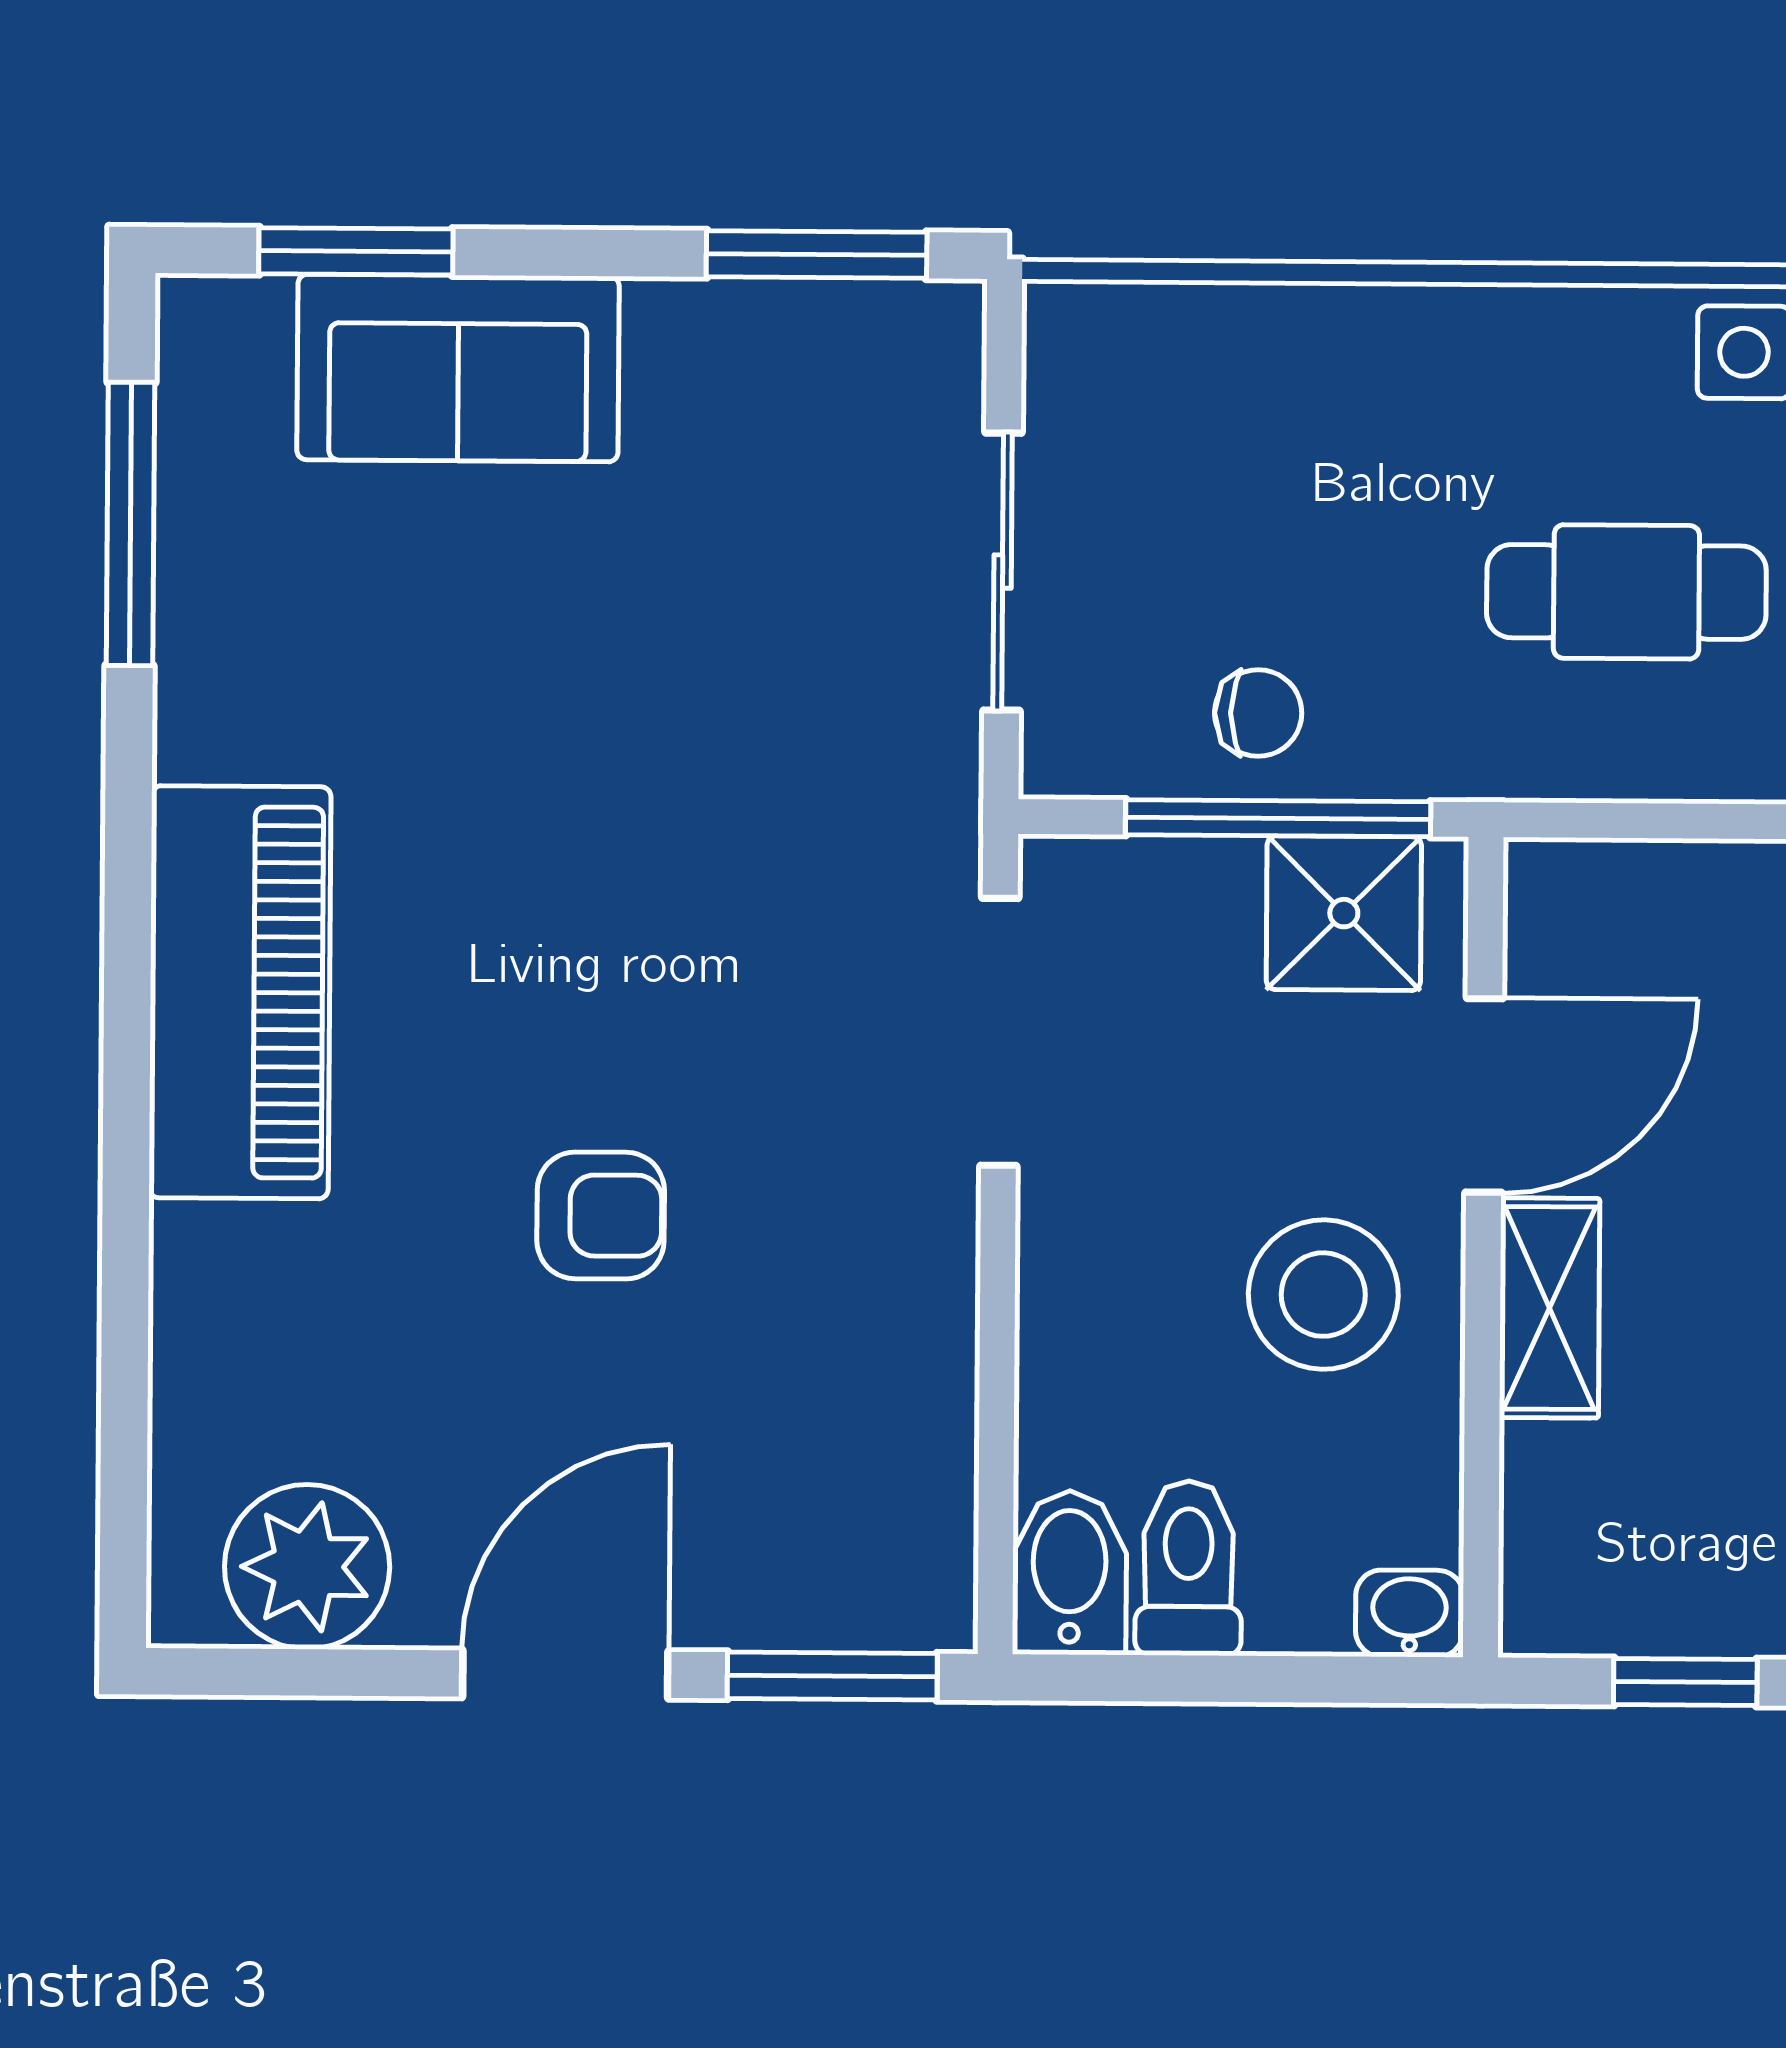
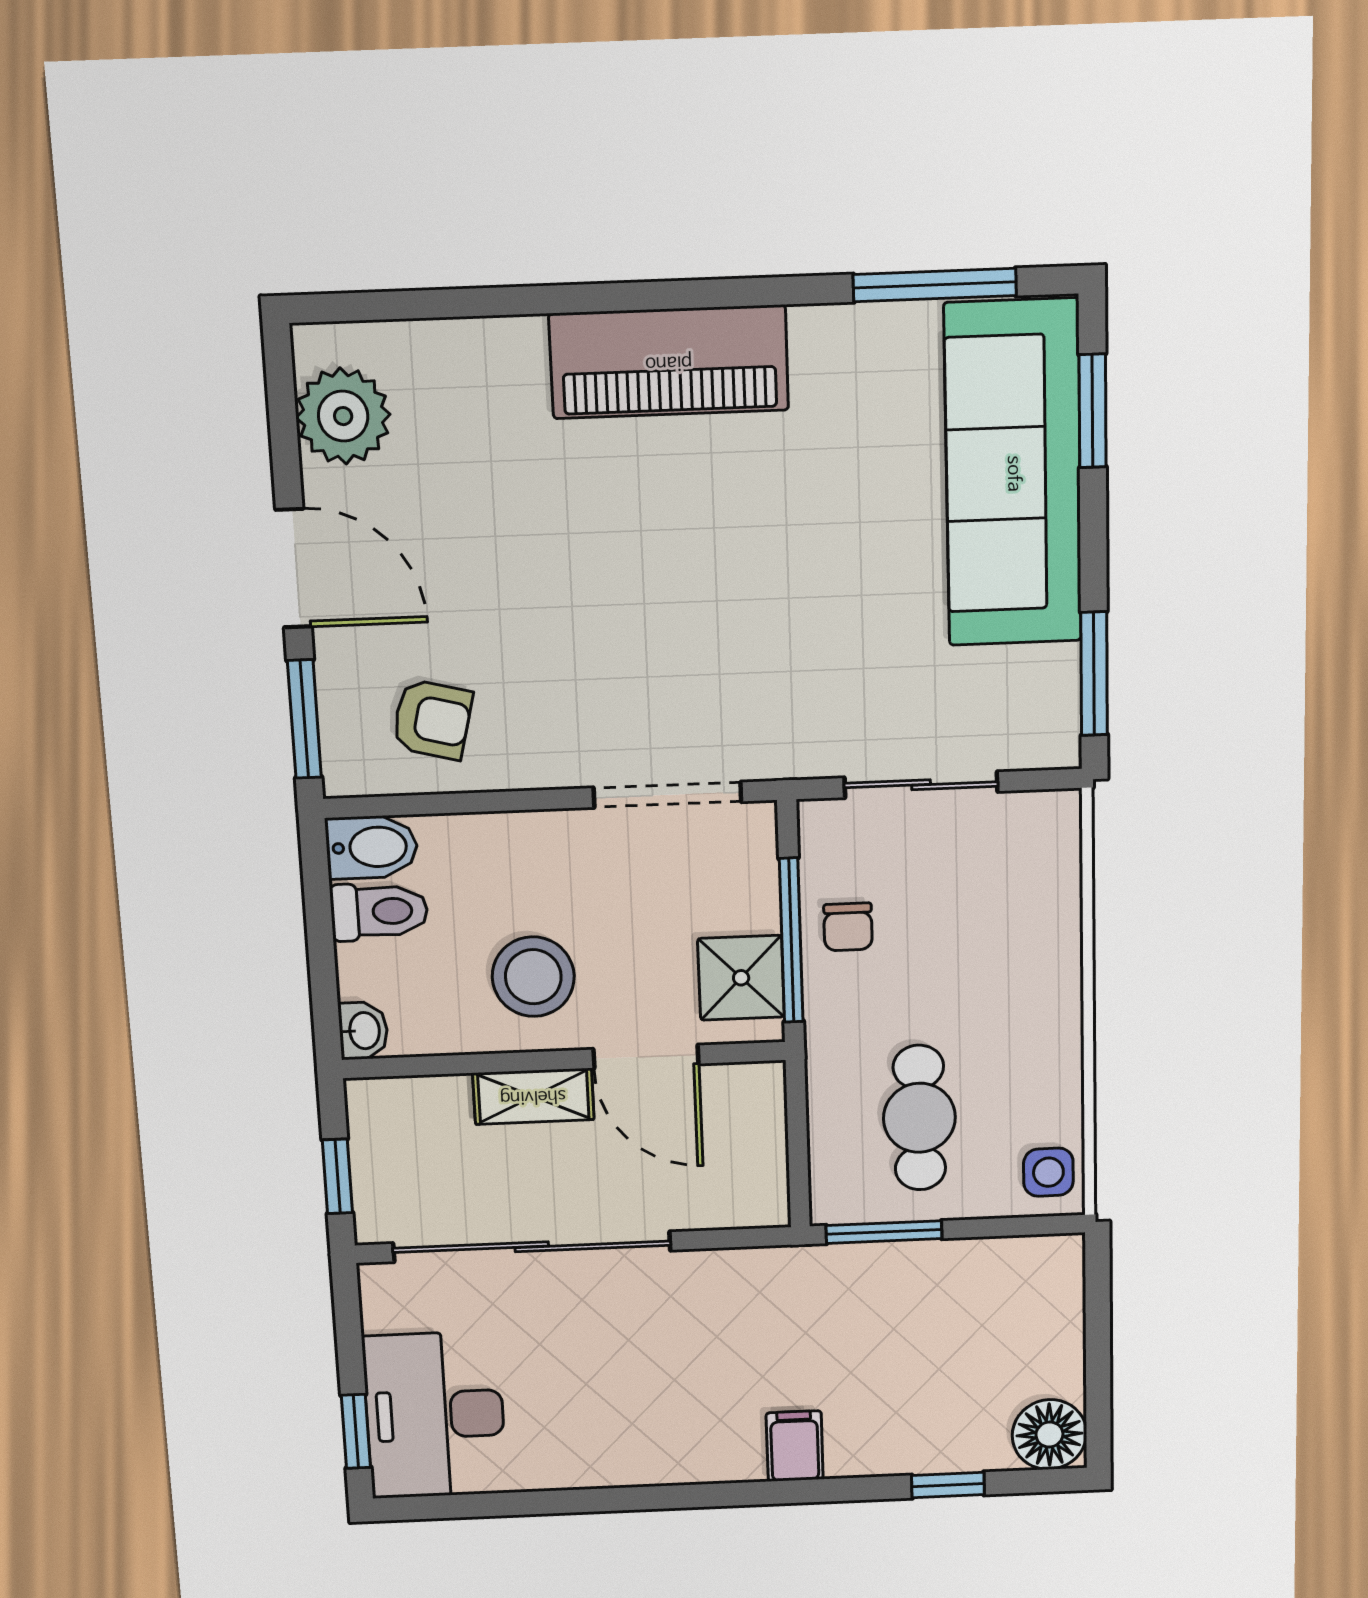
sofa: (458, 368) -> (1013, 474), width x1.85, depth x1.27
armchair: (601, 1216) -> (432, 719), moved, turned -76

